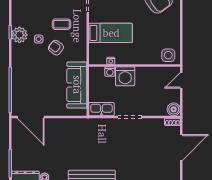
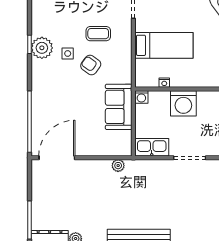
washing machine: (110, 72) -> (141, 97), moved
sofa: (77, 85) -> (119, 107), width x0.73
door: (31, 117) -> (57, 158), swing flipped
plant: (76, 123) -> (118, 166), added

